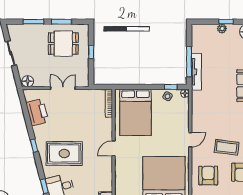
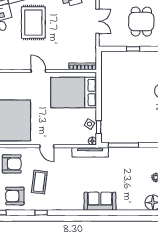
tv unit: (196, 72) -> (90, 152), moved

